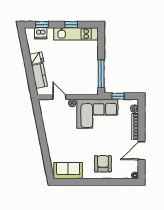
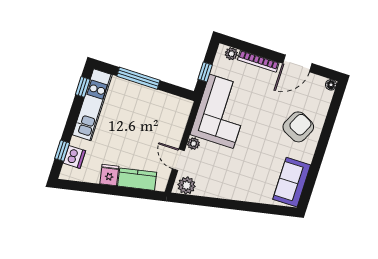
window: (71, 25) -> (83, 87), moved
window: (101, 74) -> (138, 78), moved
door: (59, 97) -> (178, 160), hinge flipped
plant: (45, 107) -> (187, 185), added
door: (142, 151) -> (297, 63), hinge flipped
armchair: (103, 164) -> (298, 127), turned 116

